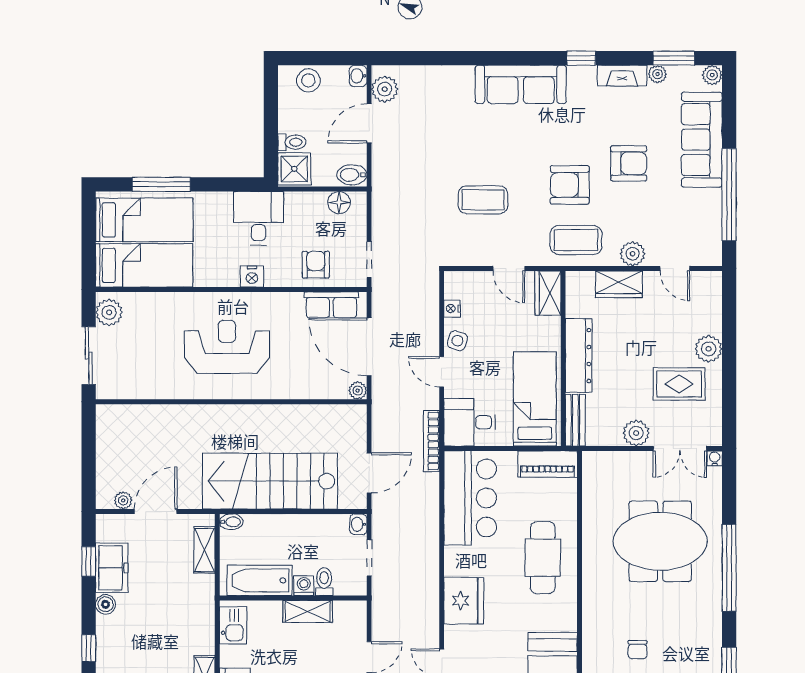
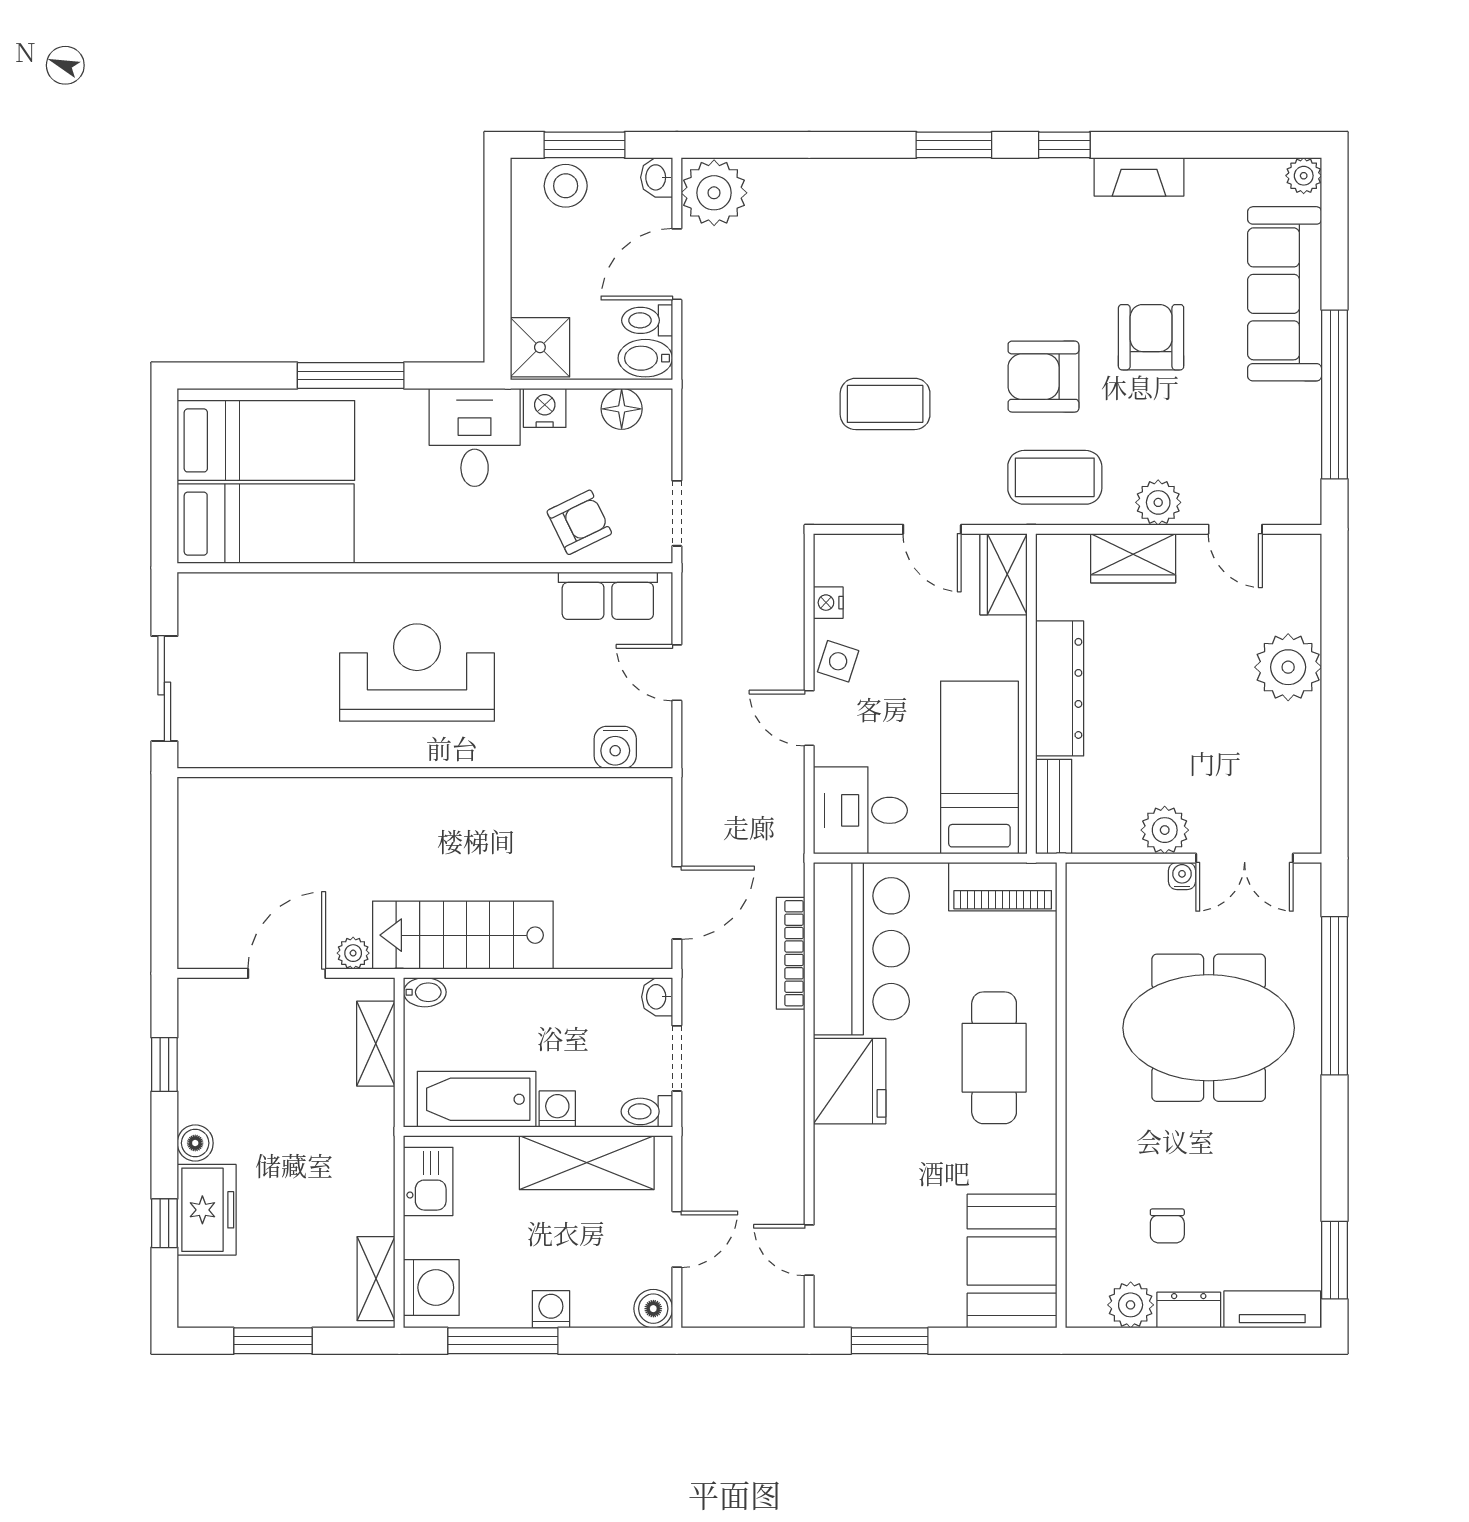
window: (319, 58) -> (585, 145), added
window: (674, 58) -> (954, 145), moved
plant: (657, 74) -> (1204, 174), removed
sofa: (521, 84) -> (954, 193), removed
plant: (385, 89) -> (714, 193), width x1.36, depth x1.36
toilet: (292, 142) -> (647, 320), moved, turned 180
armchair: (629, 163) -> (1151, 337), turned -90
window: (161, 184) -> (351, 376), moved
armchair: (316, 265) -> (579, 522), turned 64
nightstand: (252, 276) -> (545, 408), moved, turned 180
plant: (109, 312) -> (202, 610), removed
door: (369, 347) -> (677, 673), width x0.53
plant: (709, 349) -> (1288, 667), width x1.36, depth x1.36
rug: (679, 384) -> (1243, 740), removed
water cooler: (335, 388) -> (615, 747), added
plant: (358, 391) -> (656, 752), removed
bookcase: (431, 441) -> (791, 953), moved
water cooler: (715, 458) -> (1182, 876), moved
stairs: (270, 481) -> (463, 935), width x0.73, depth x0.66
plant: (123, 500) -> (353, 953), moved
freezer: (112, 568) -> (207, 1210), moved
window: (729, 568) -> (1334, 996), moved
toilet: (324, 582) -> (647, 1111), moved, turned -90
fridge: (464, 601) -> (850, 1081), moved
shelving: (308, 611) -> (587, 1163), width x1.50, depth x1.33

